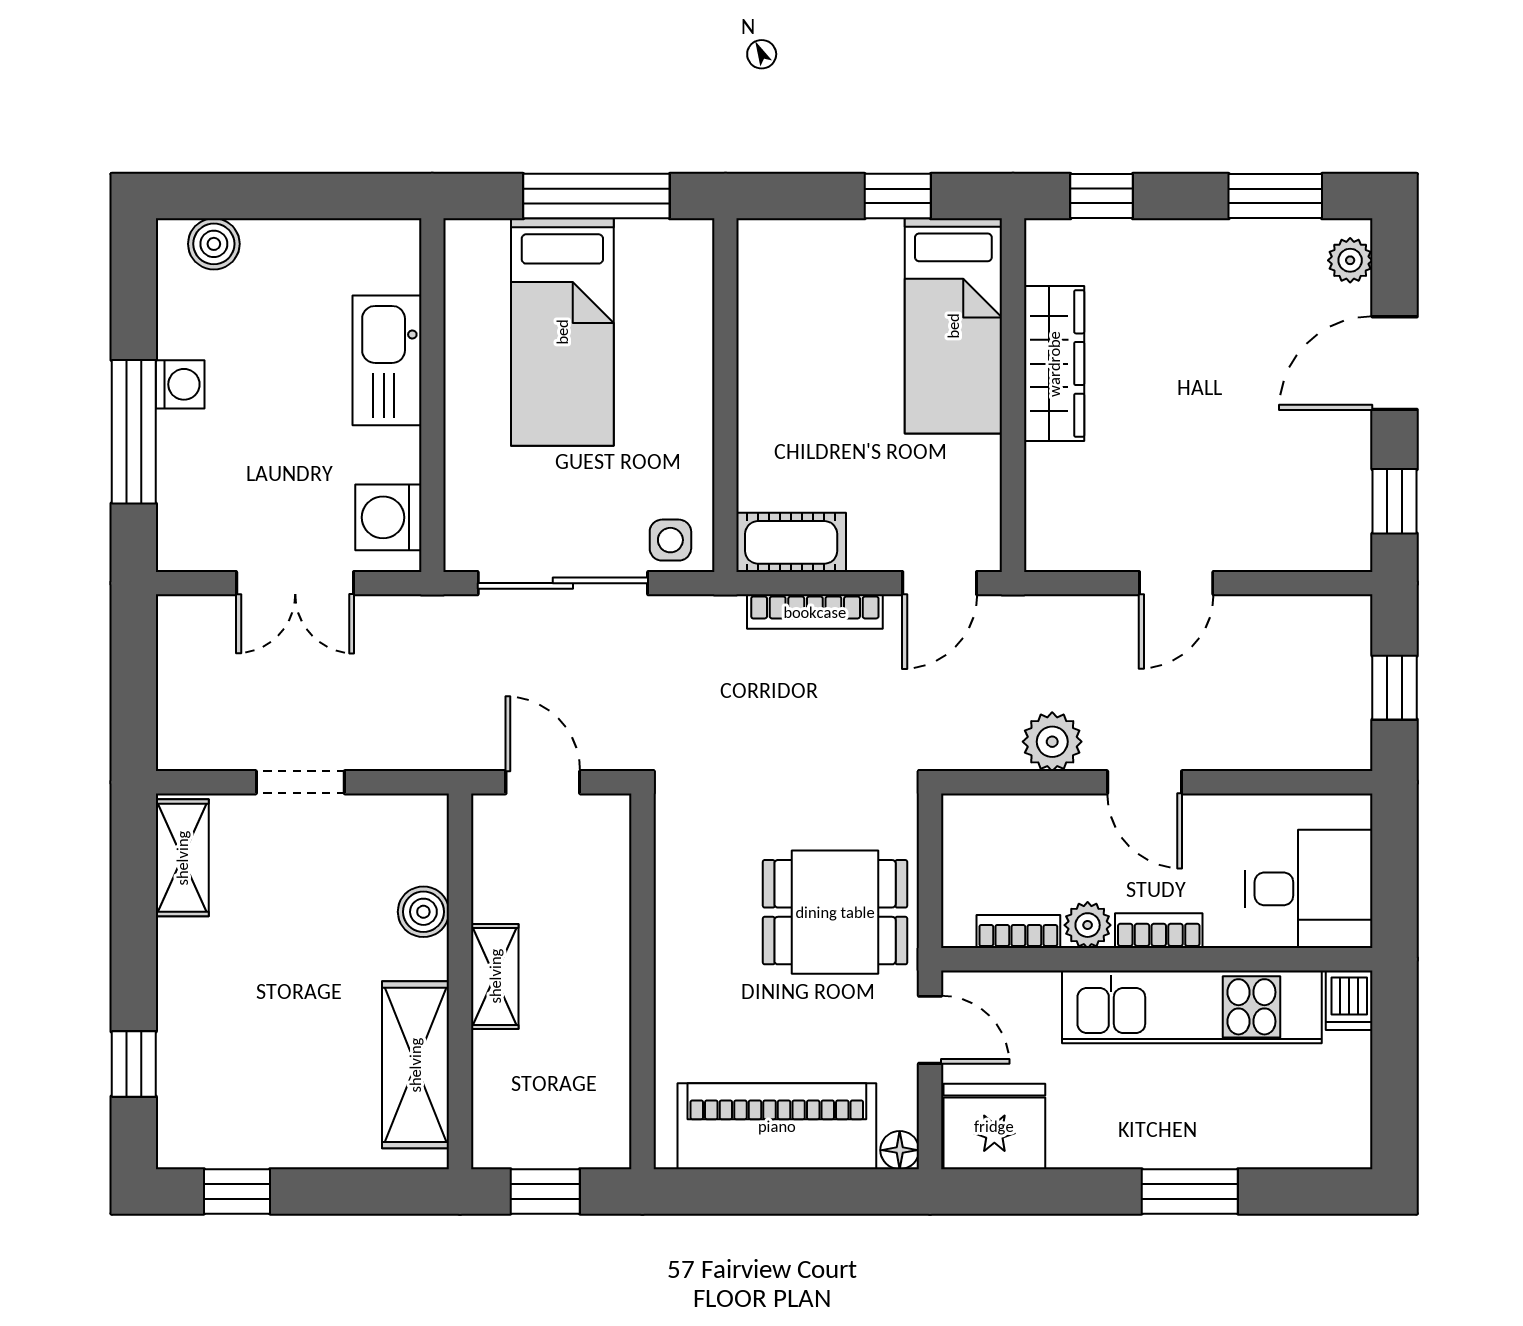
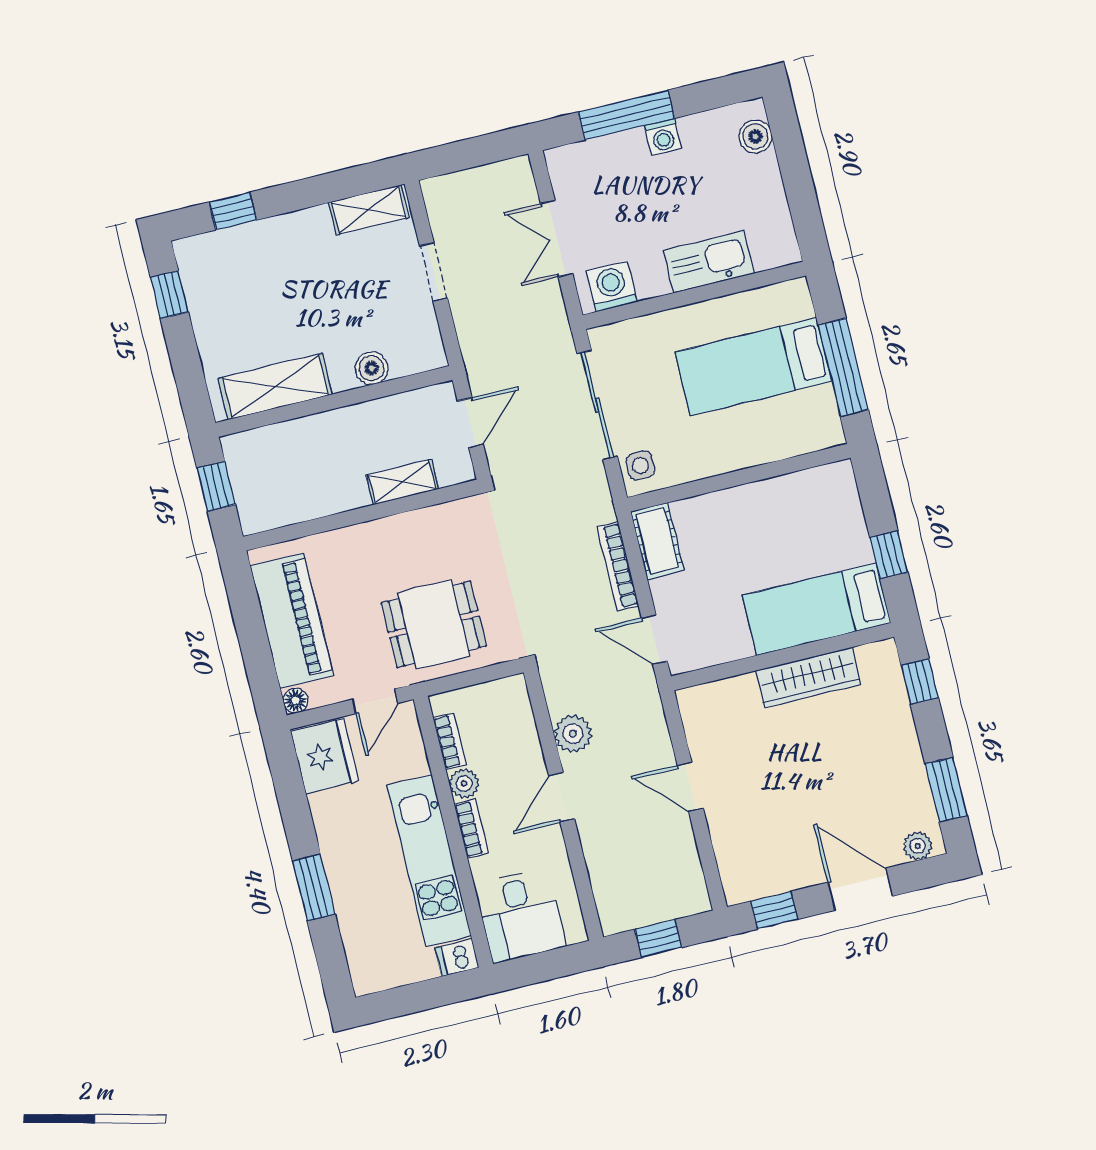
dining table: (835, 912) -> (434, 624), turned 90
shelving: (495, 976) -> (402, 482), moved

